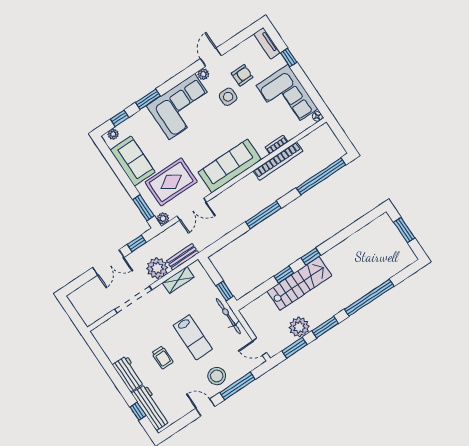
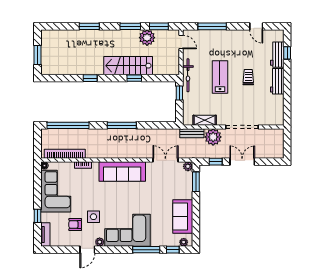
window: (148, 99) -> (146, 250), width x1.44
bookcase: (278, 161) -> (65, 154), moved
rug: (171, 182) -> (167, 186), removed
window: (311, 257) -> (90, 78), moved
window: (369, 298) -> (89, 26), width x0.47
stool: (217, 376) -> (221, 42), removed
workbench: (151, 407) -> (277, 55), width x0.73
door: (205, 407) -> (256, 26), moved

